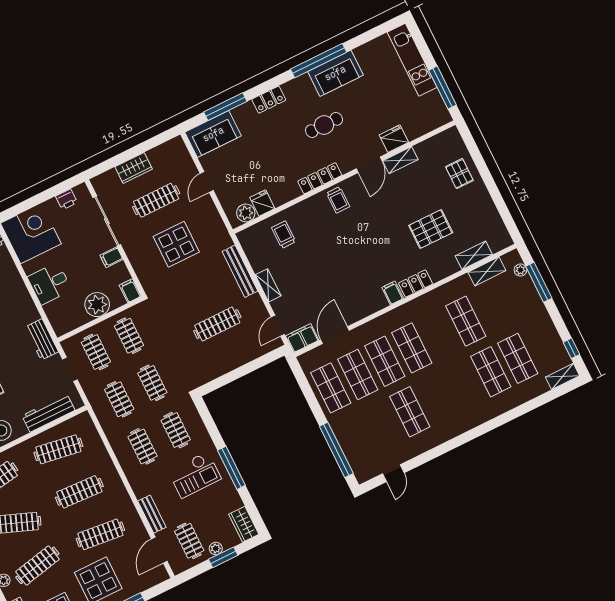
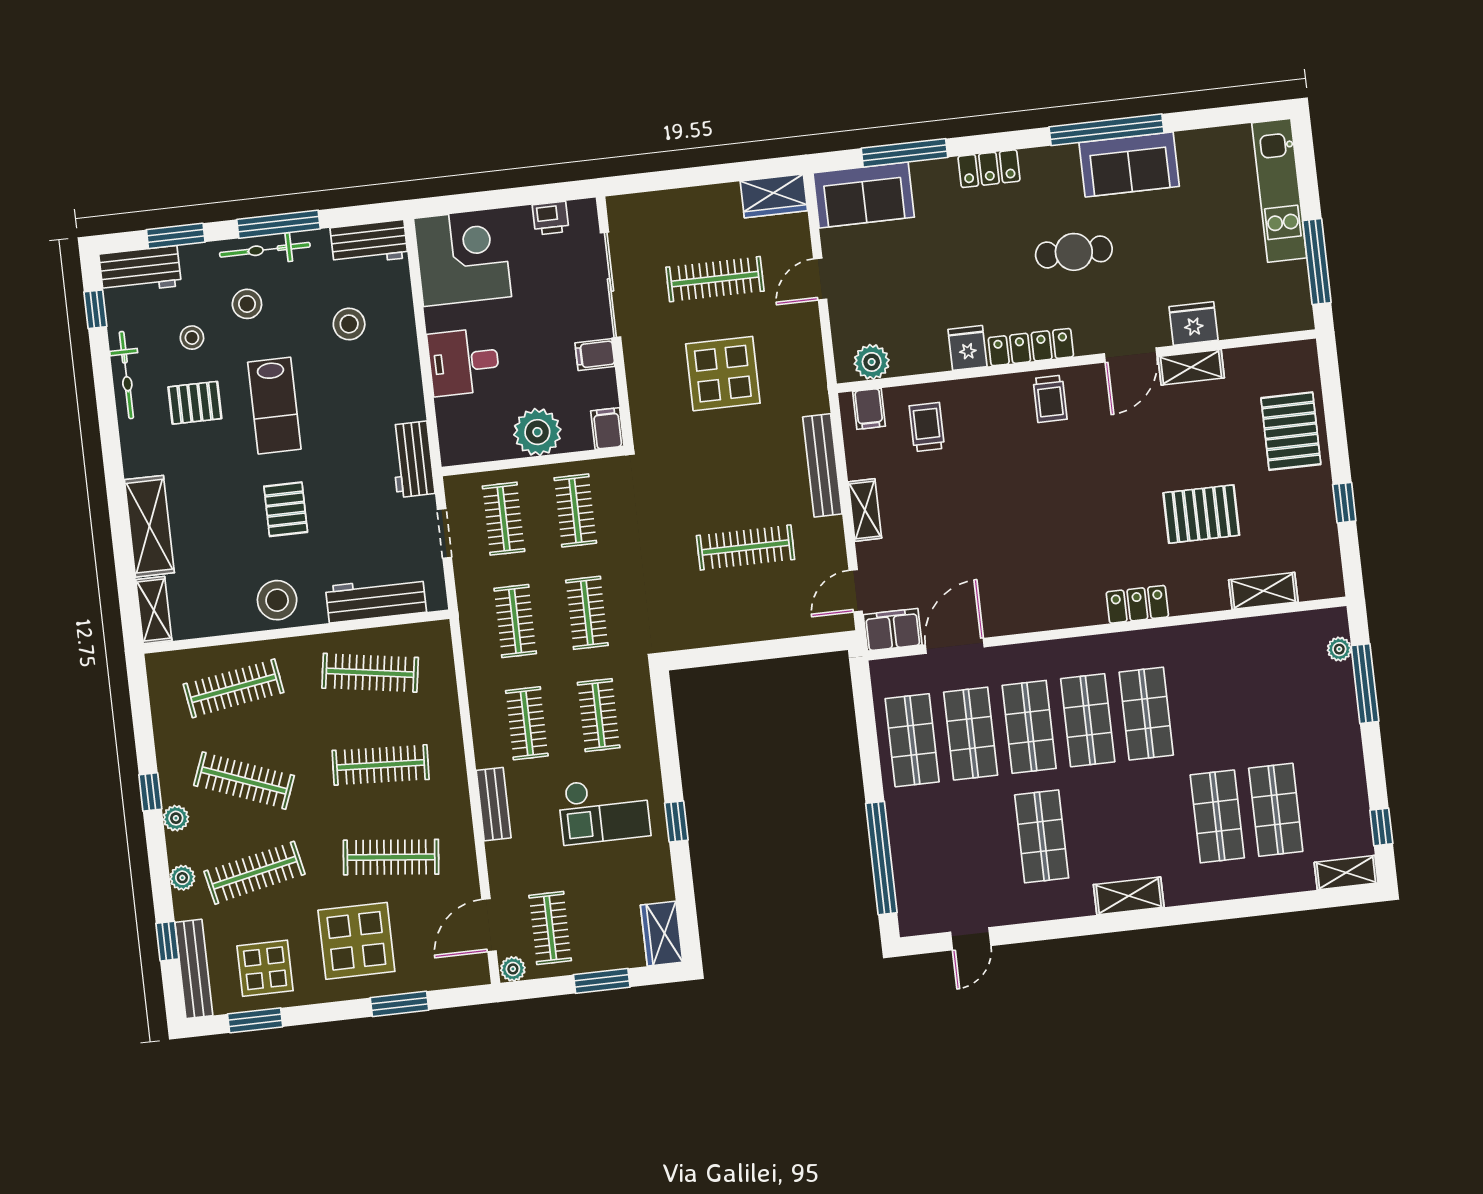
wardrobe: (134, 168) -> (774, 196), moved
pallet: (459, 174) -> (1291, 431), width x1.50, depth x1.42
window: (498, 199) -> (1344, 503), added
fridge: (262, 203) -> (967, 348), moved
shelving: (487, 271) -> (1129, 896), moved
filing cabinet: (393, 293) -> (869, 409), moved, turned 180
shop shelf: (466, 321) -> (1146, 714), moved
window: (231, 468) -> (676, 821), width x0.46
bench: (152, 514) -> (494, 804), moved
plant: (216, 549) -> (513, 969), moved

